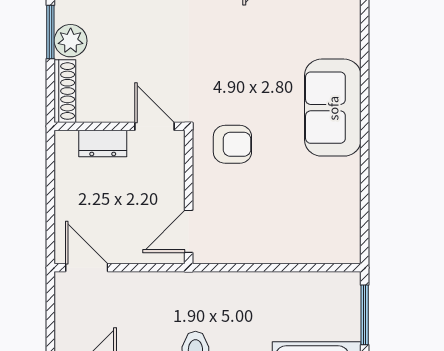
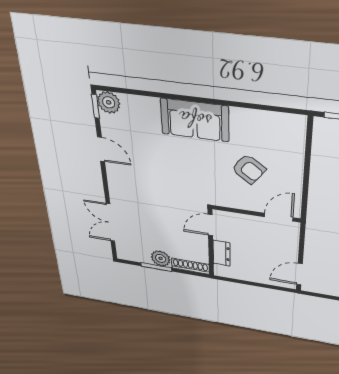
armchair: (232, 144) -> (249, 169), moved, turned 126
door: (189, 231) -> (279, 217), swing flipped

